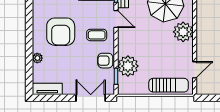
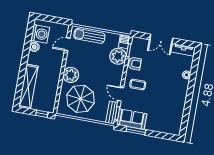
armchair: (61, 32) -> (165, 92), removed
barbecue: (124, 86) -> (124, 42), added
double door: (91, 98) -> (161, 39), moved

